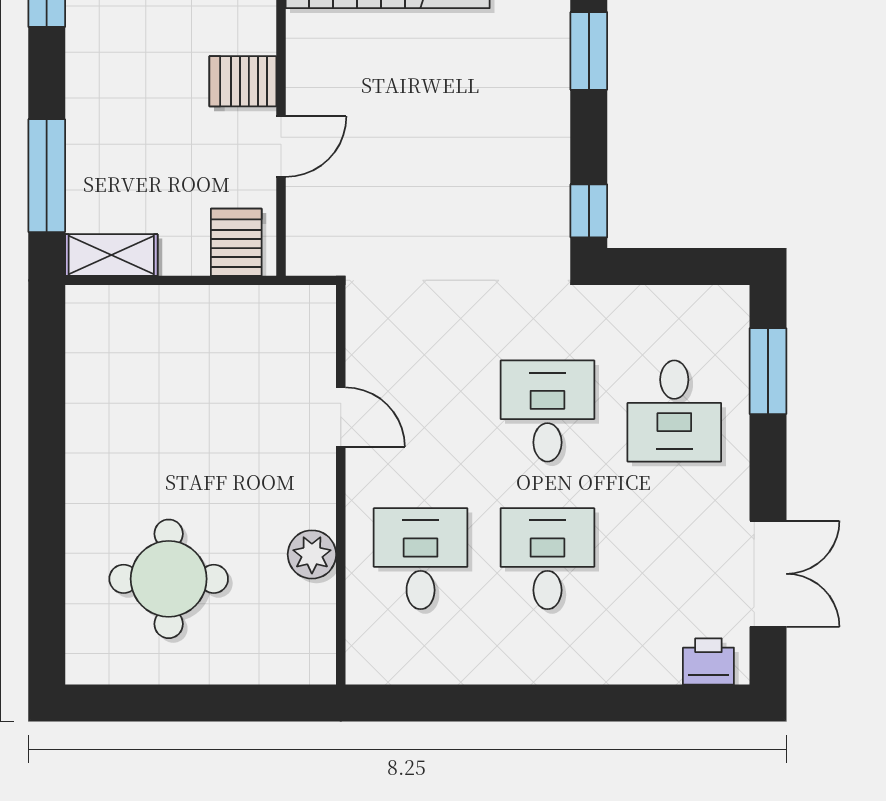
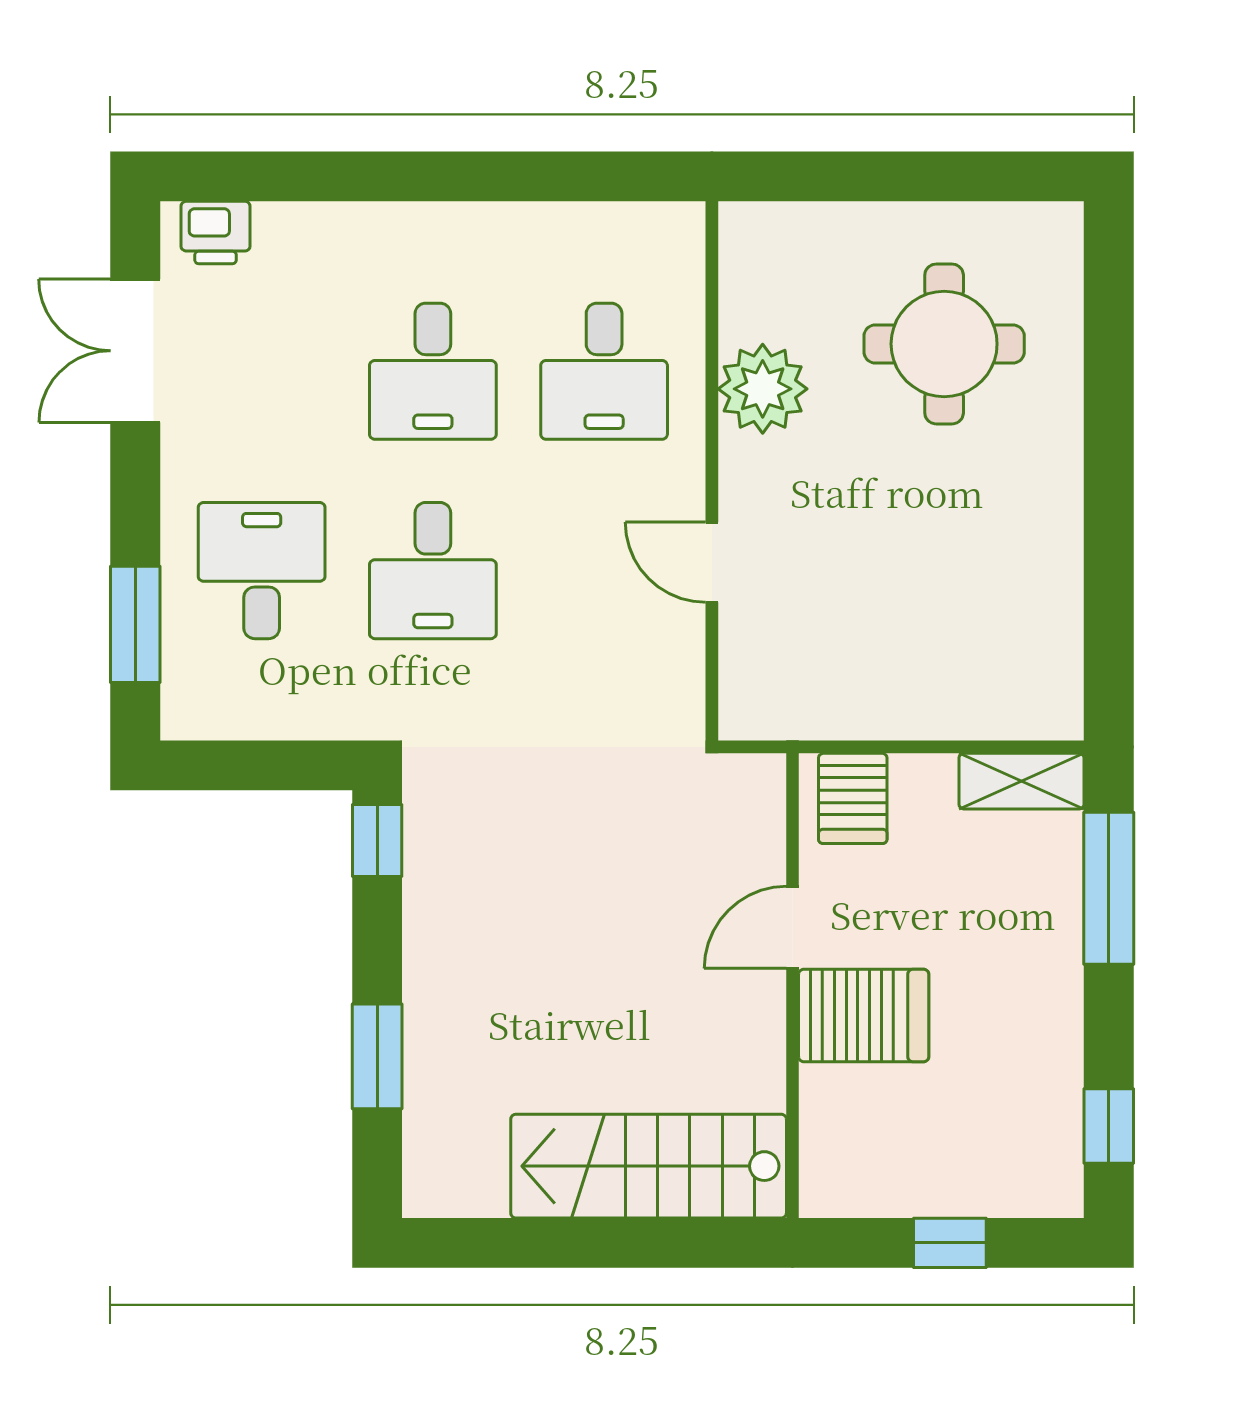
server rack: (243, 81) -> (864, 1016), width x1.36, depth x1.44
plant: (312, 554) -> (763, 389), width x1.36, depth x1.36

